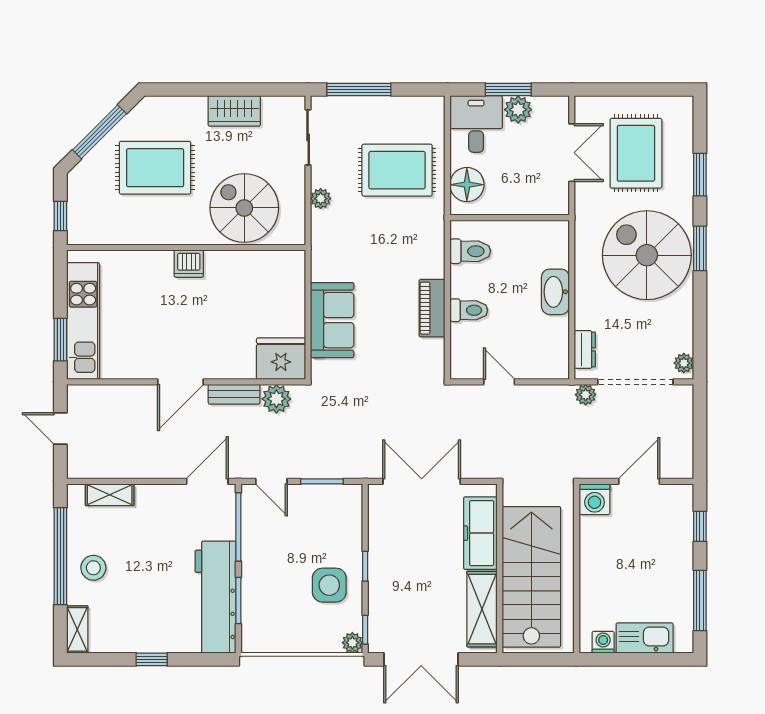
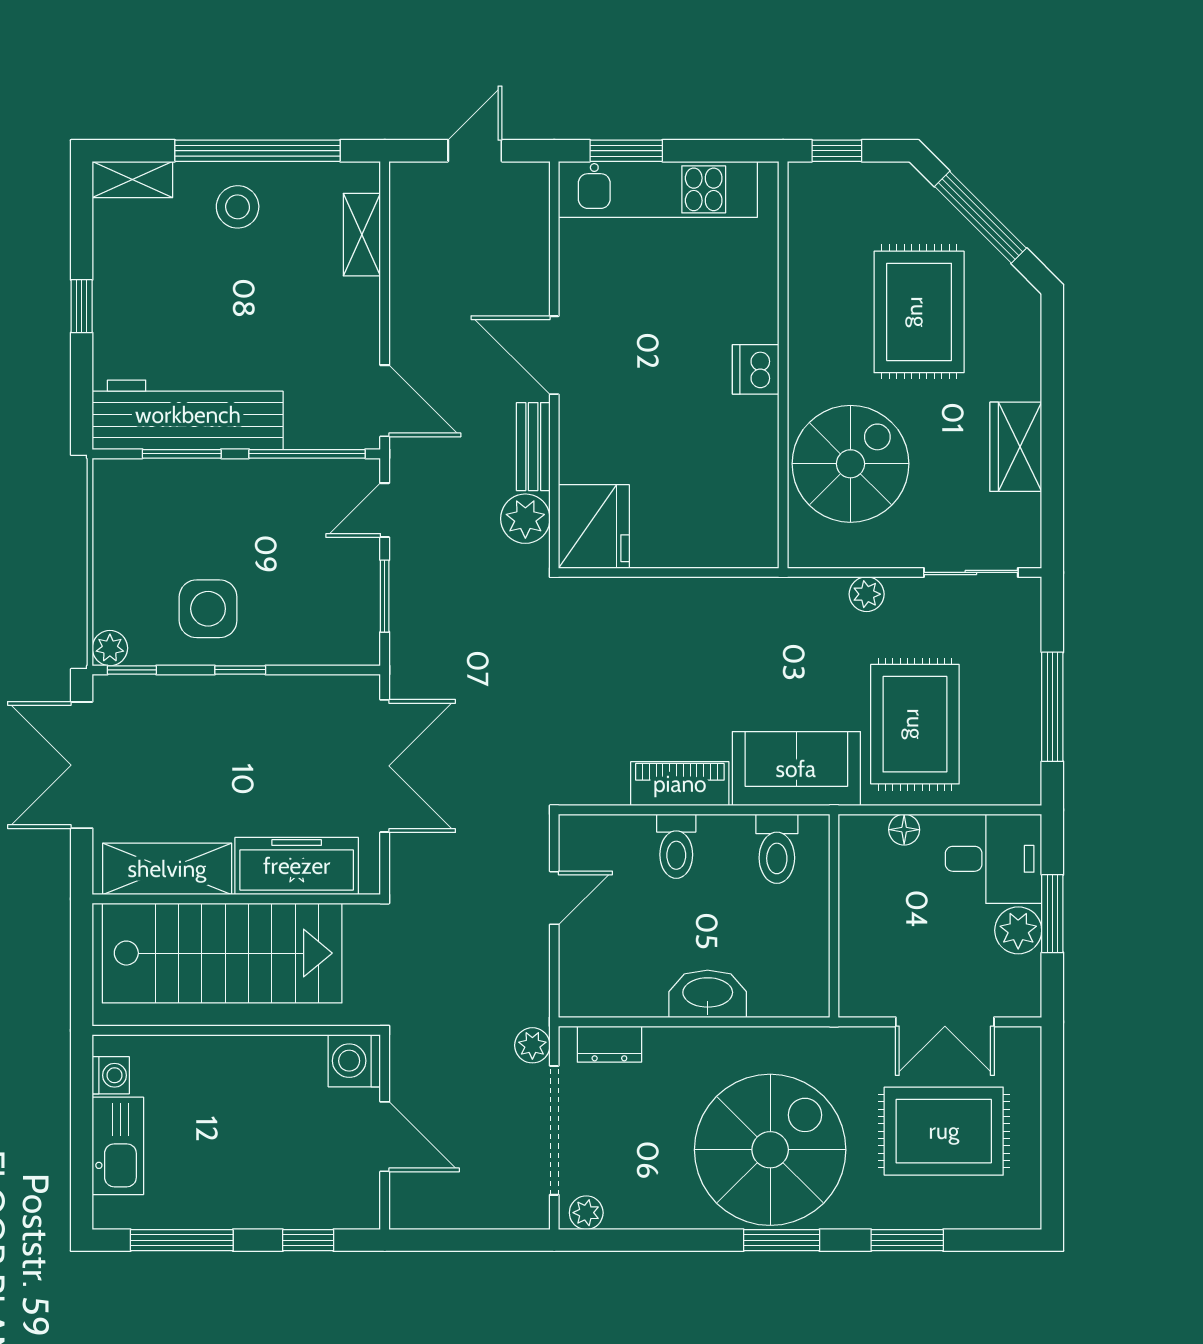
window: (359, 90) -> (1052, 707), moved
floor lamp: (467, 185) -> (904, 830), width x0.53, depth x0.53
sofa: (332, 320) -> (796, 769), moved, turned 180

